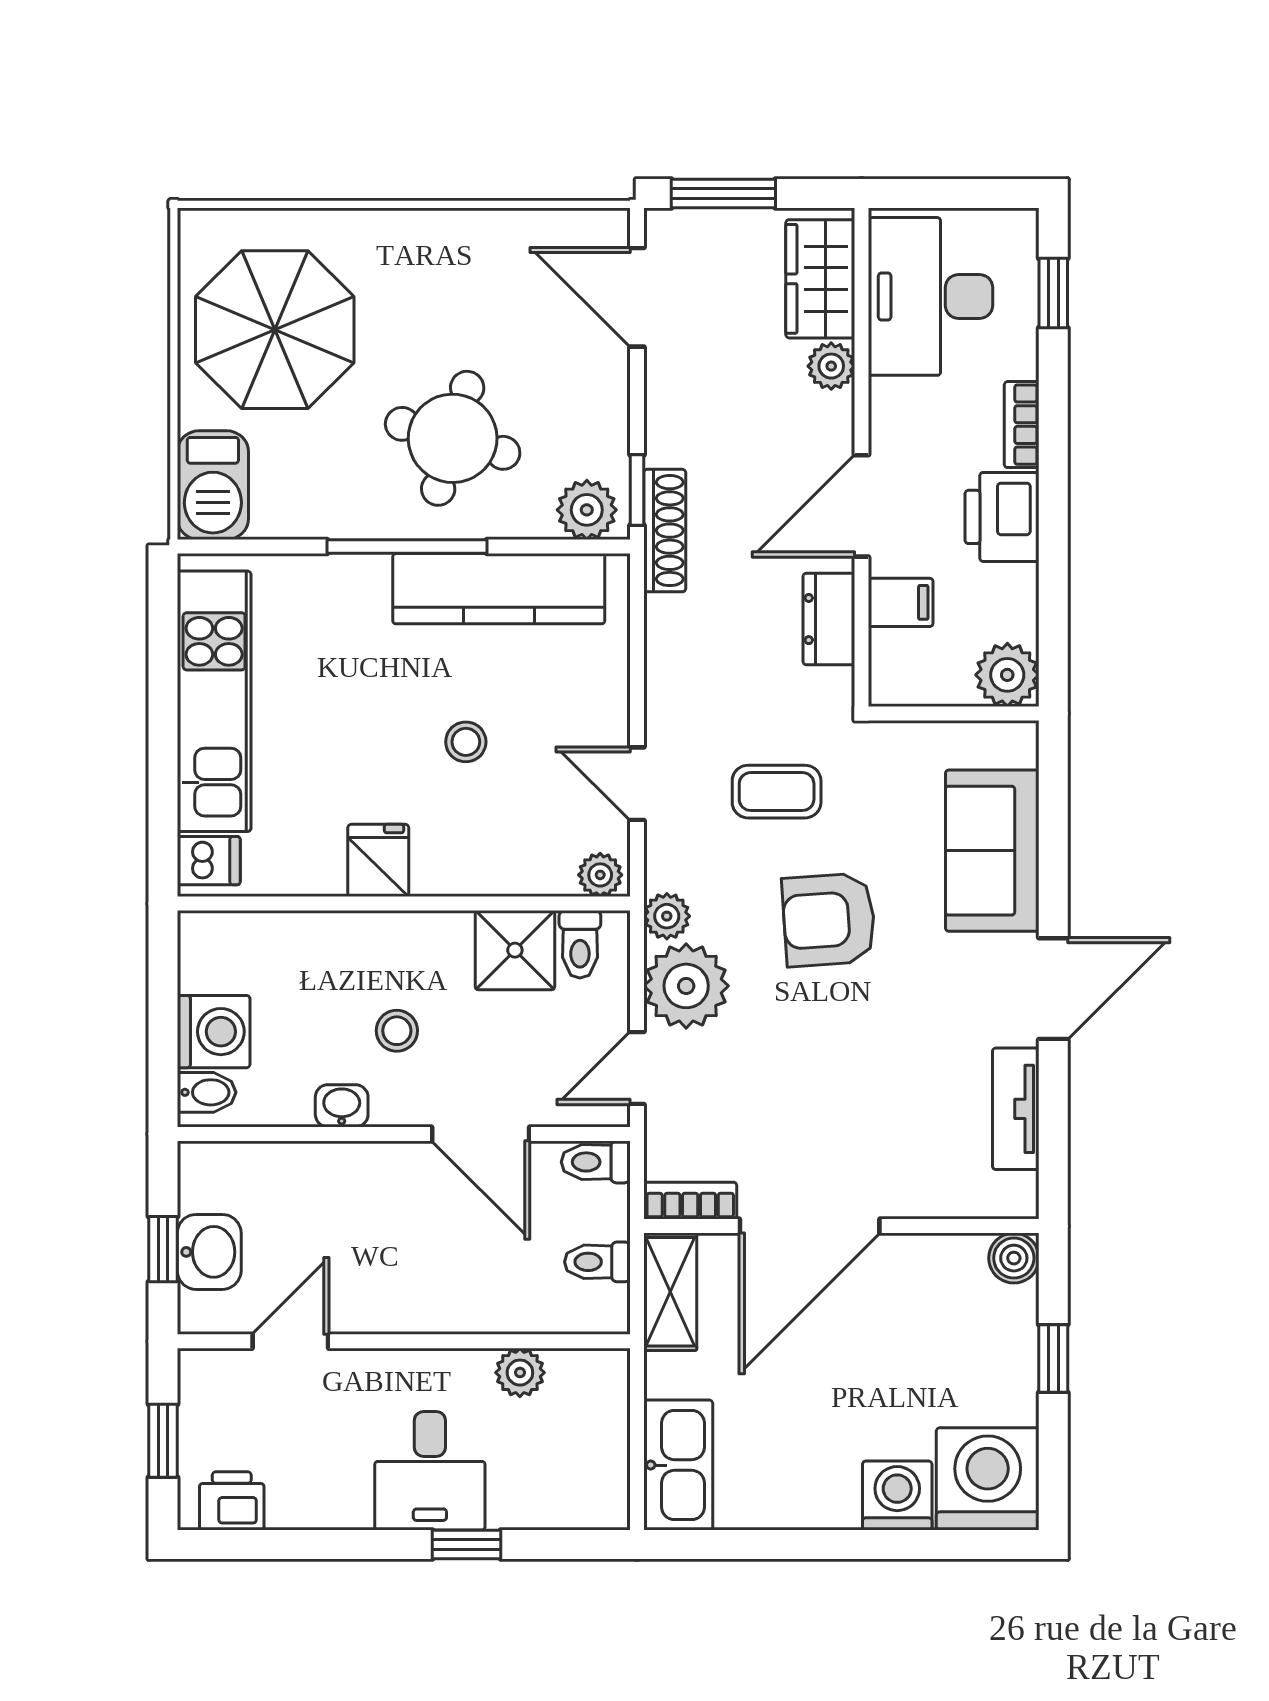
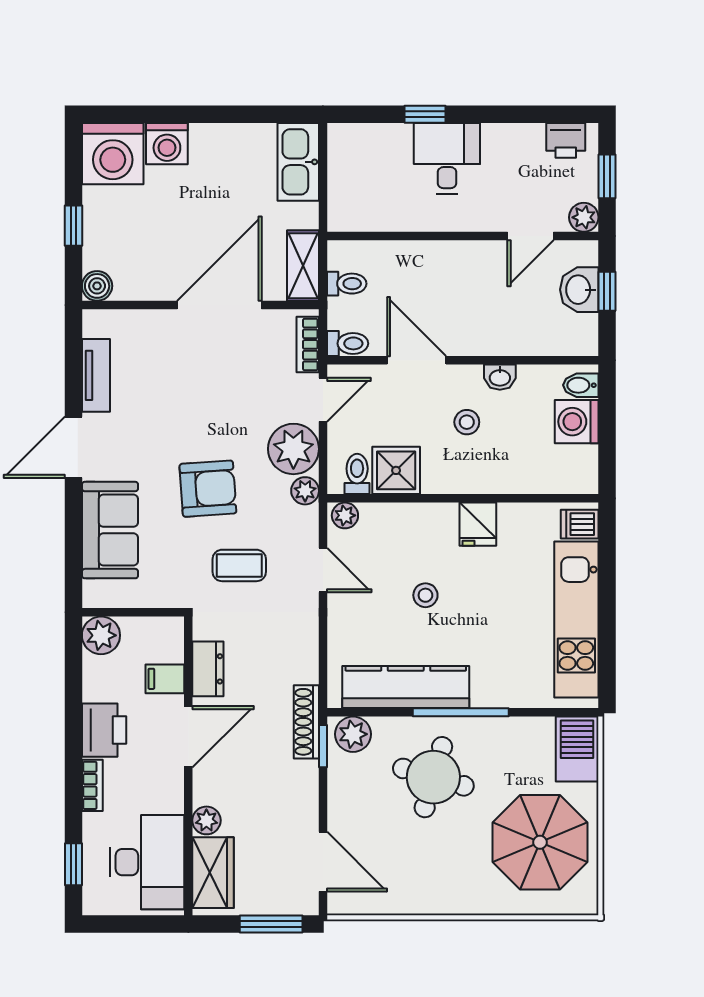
bookcase: (690, 1201) -> (308, 344), moved, turned 90
plant: (520, 1373) -> (584, 217), moved

